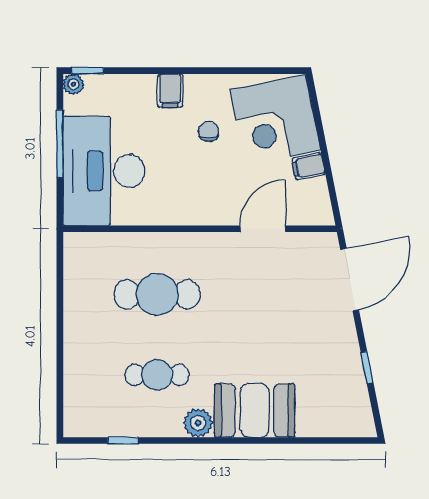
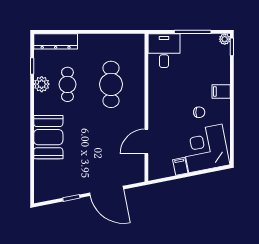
desk: (104, 171) -> (164, 51), width x0.53, depth x0.77
door: (263, 229) -> (146, 141), swing flipped
door: (350, 280) -> (107, 191), moved
dresser: (77, 397) -> (56, 41), added
plant: (198, 423) -> (42, 84), moved

